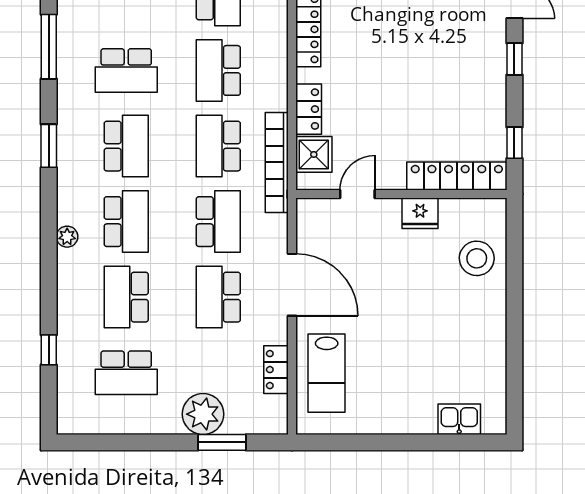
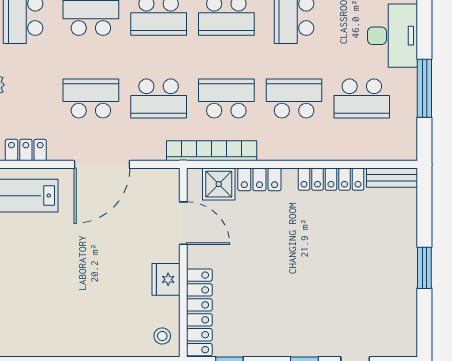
door: (357, 194) -> (183, 223), width x1.38
stool: (477, 258) -> (162, 336), moved, width x0.53, depth x0.53

